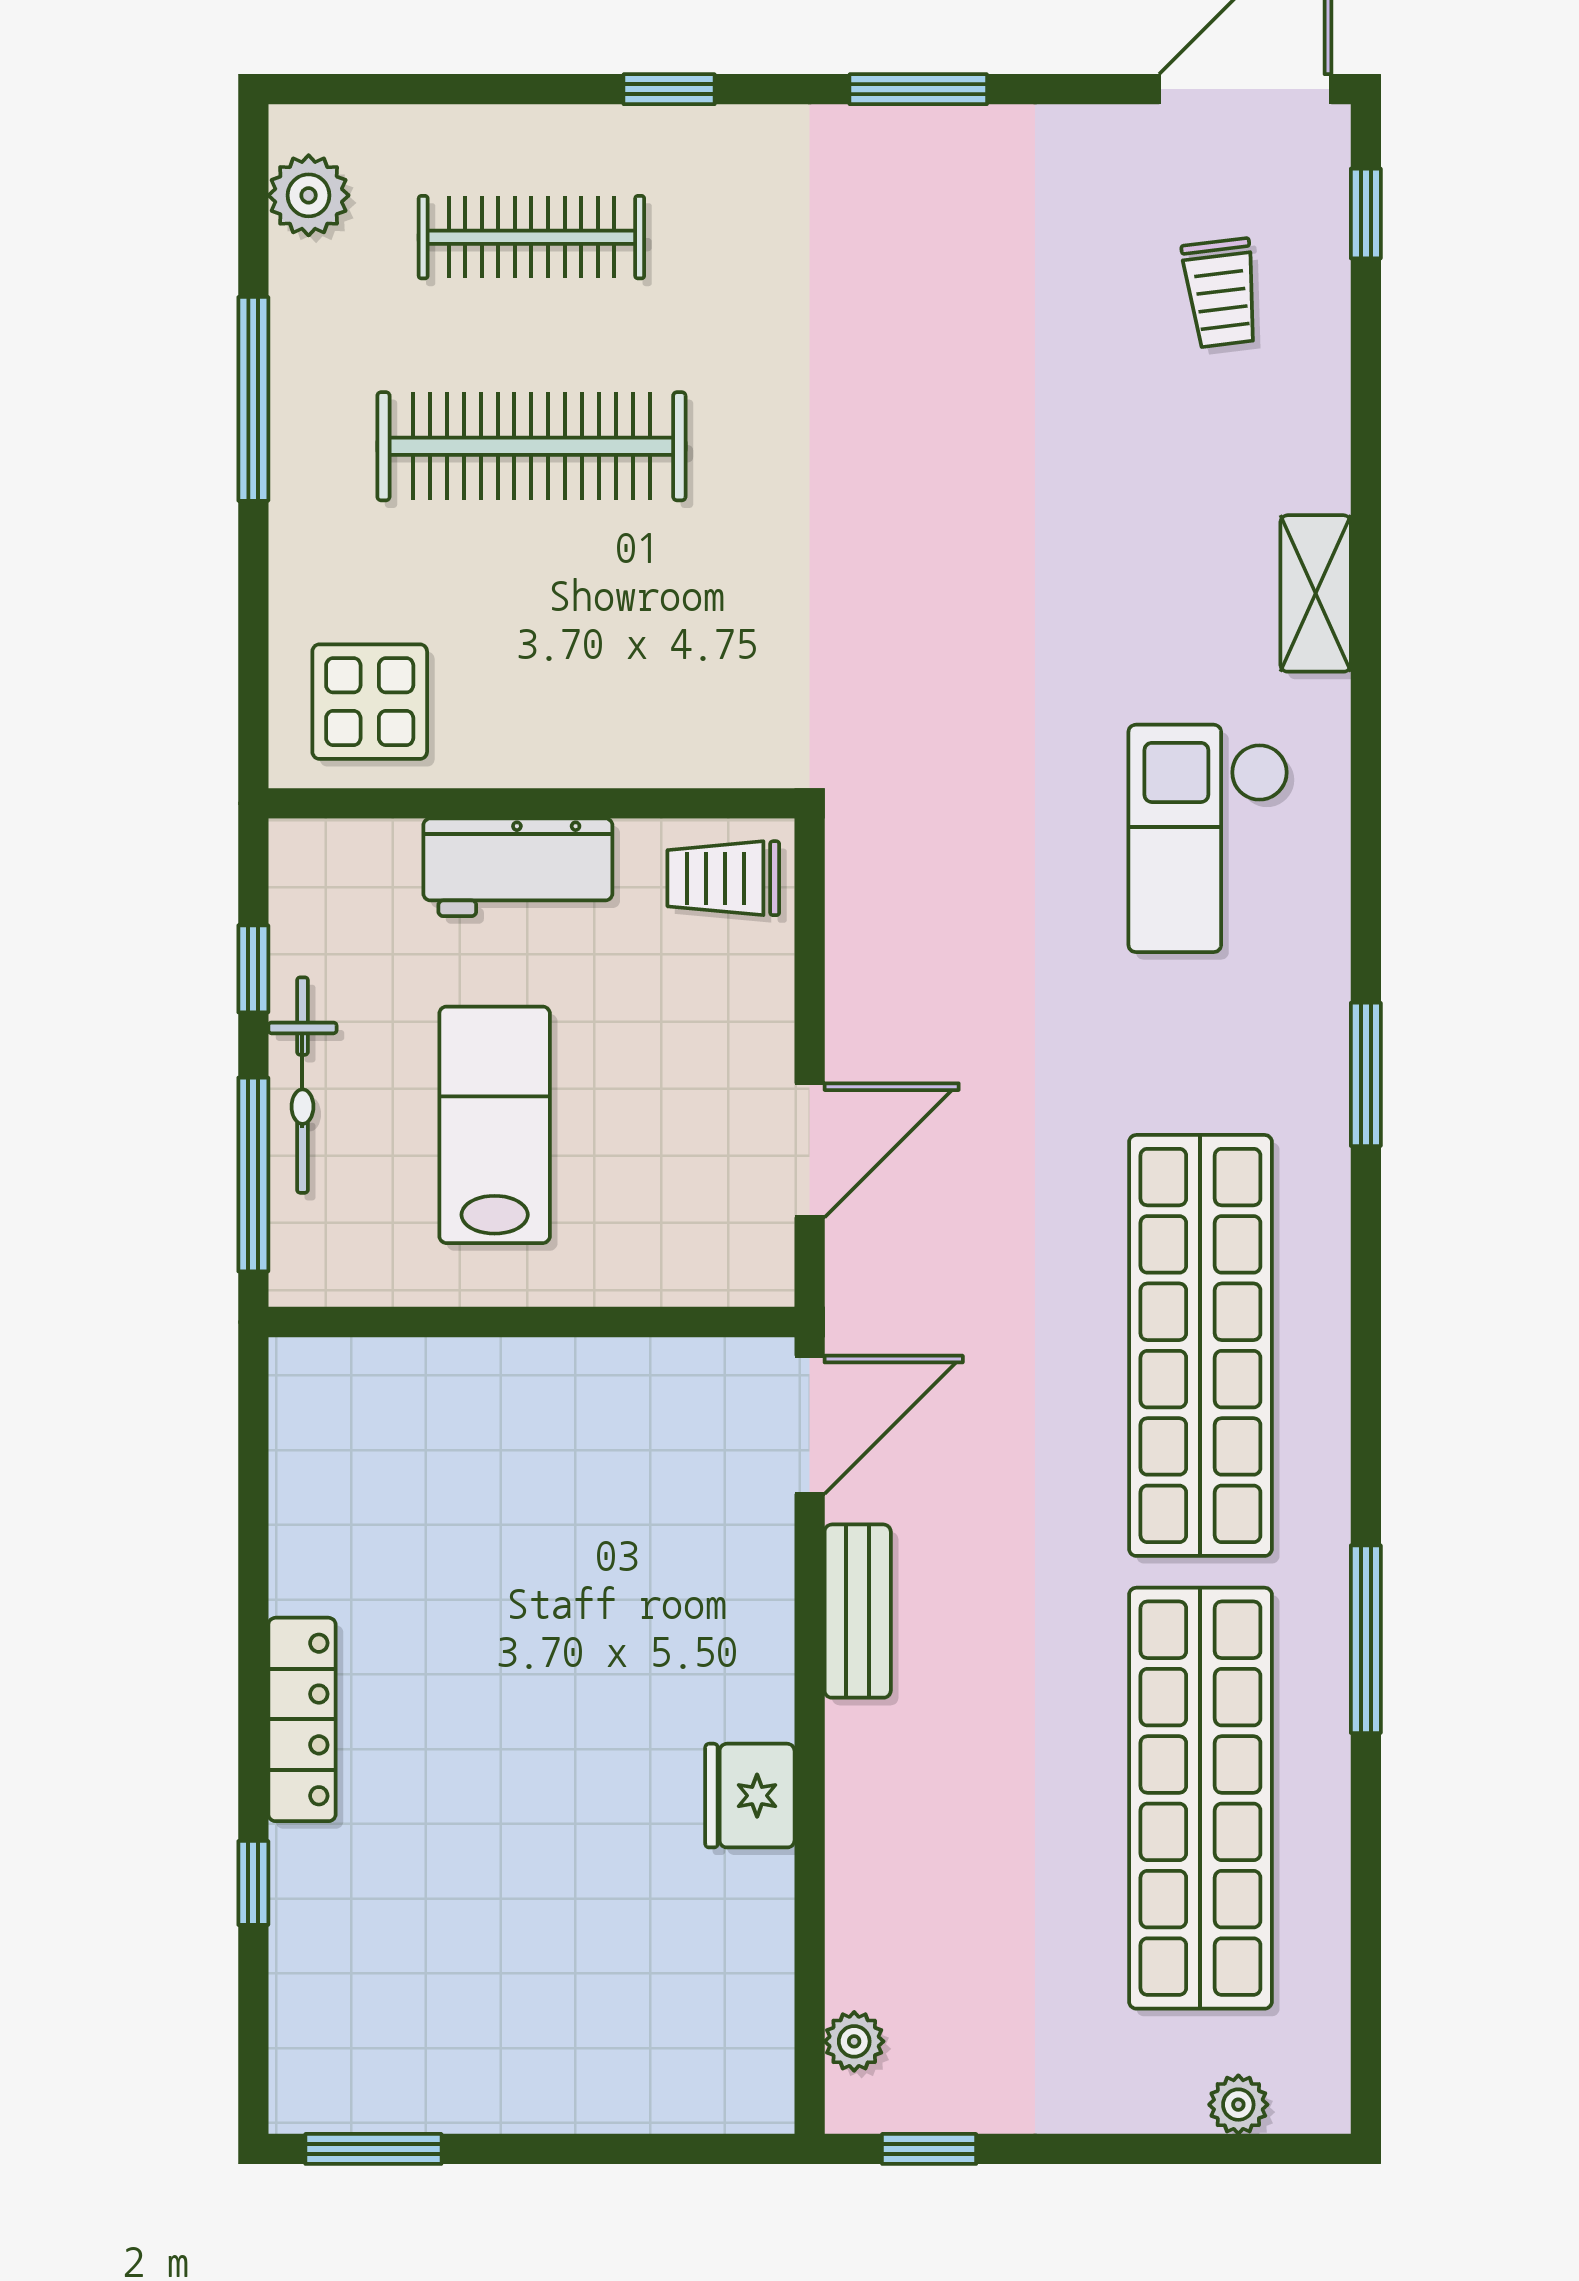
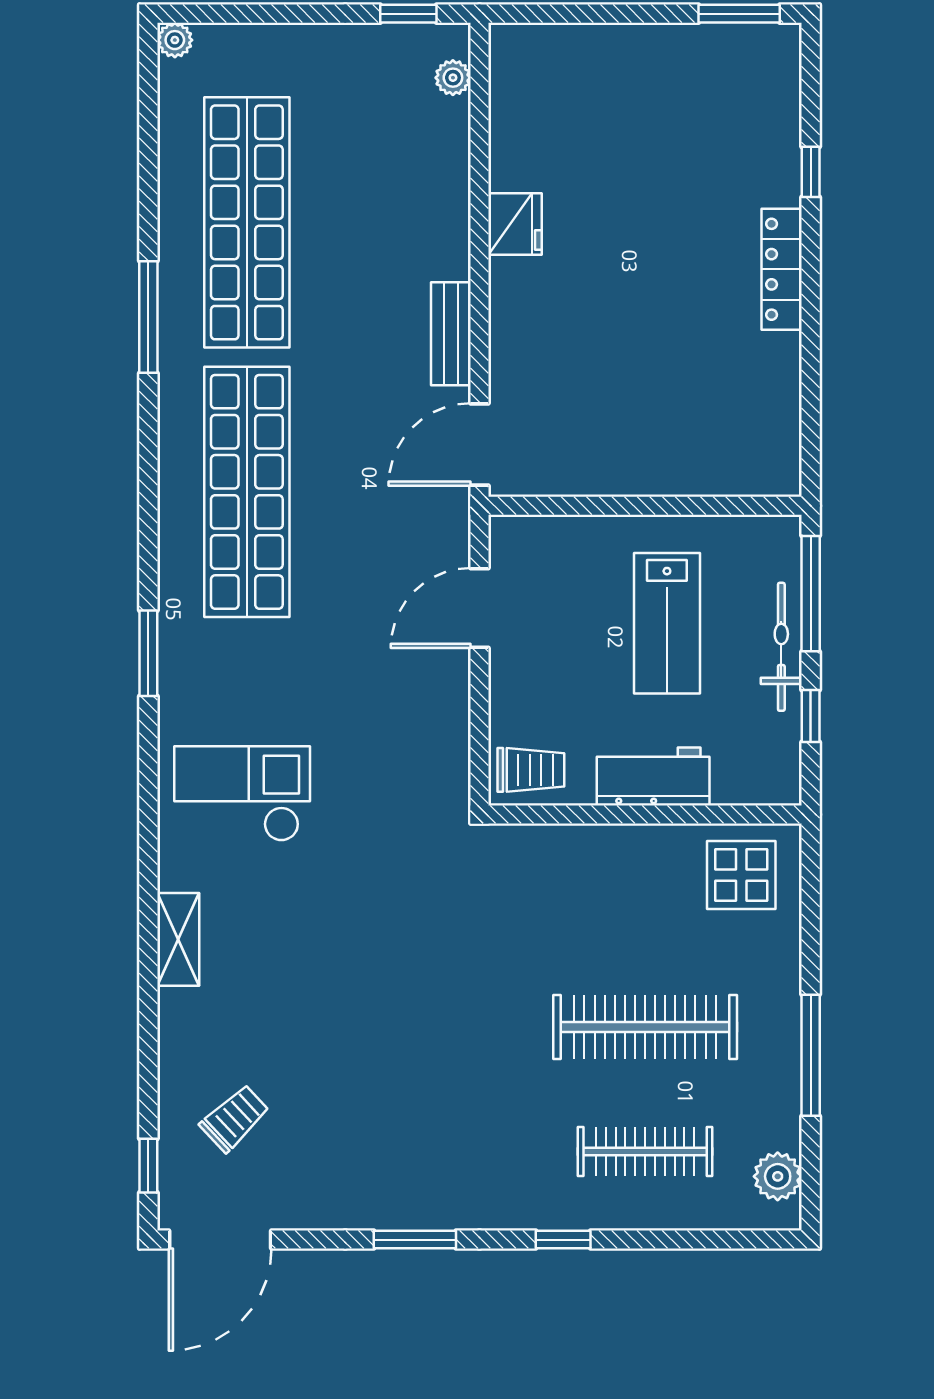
trolley: (1221, 293) -> (235, 1118), turned 54
checkout: (1208, 838) -> (242, 794), turned -90
plant: (1238, 2105) -> (175, 40), moved

